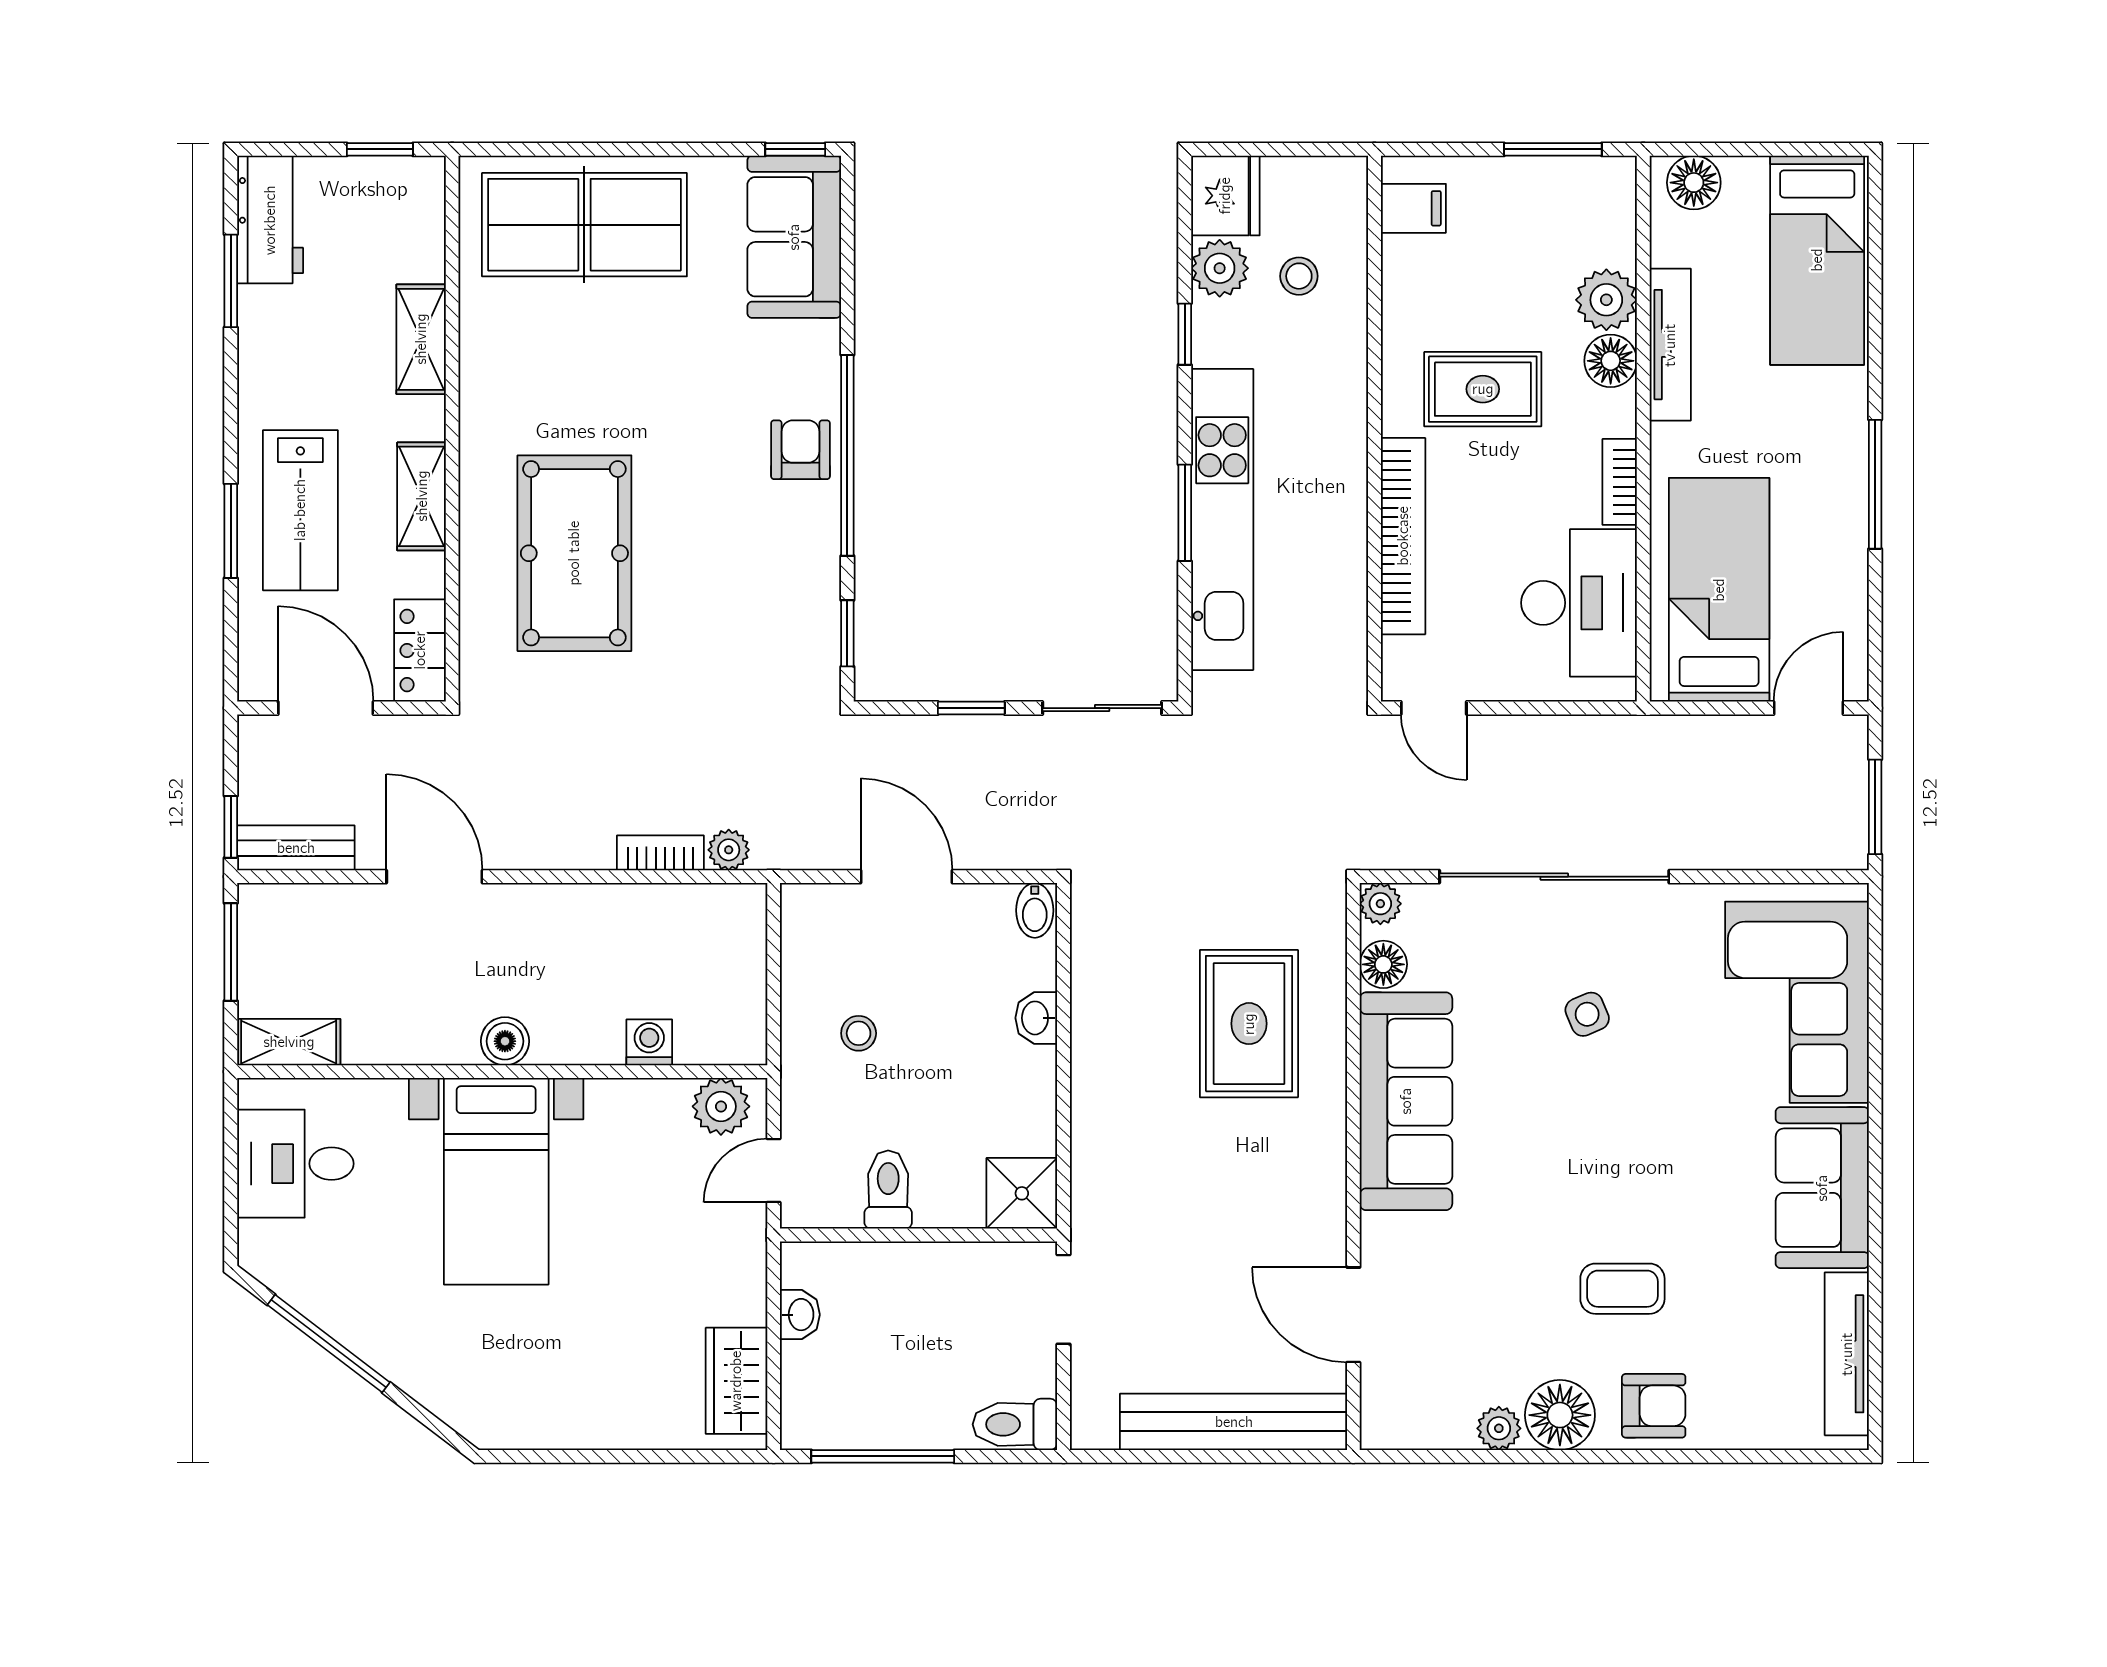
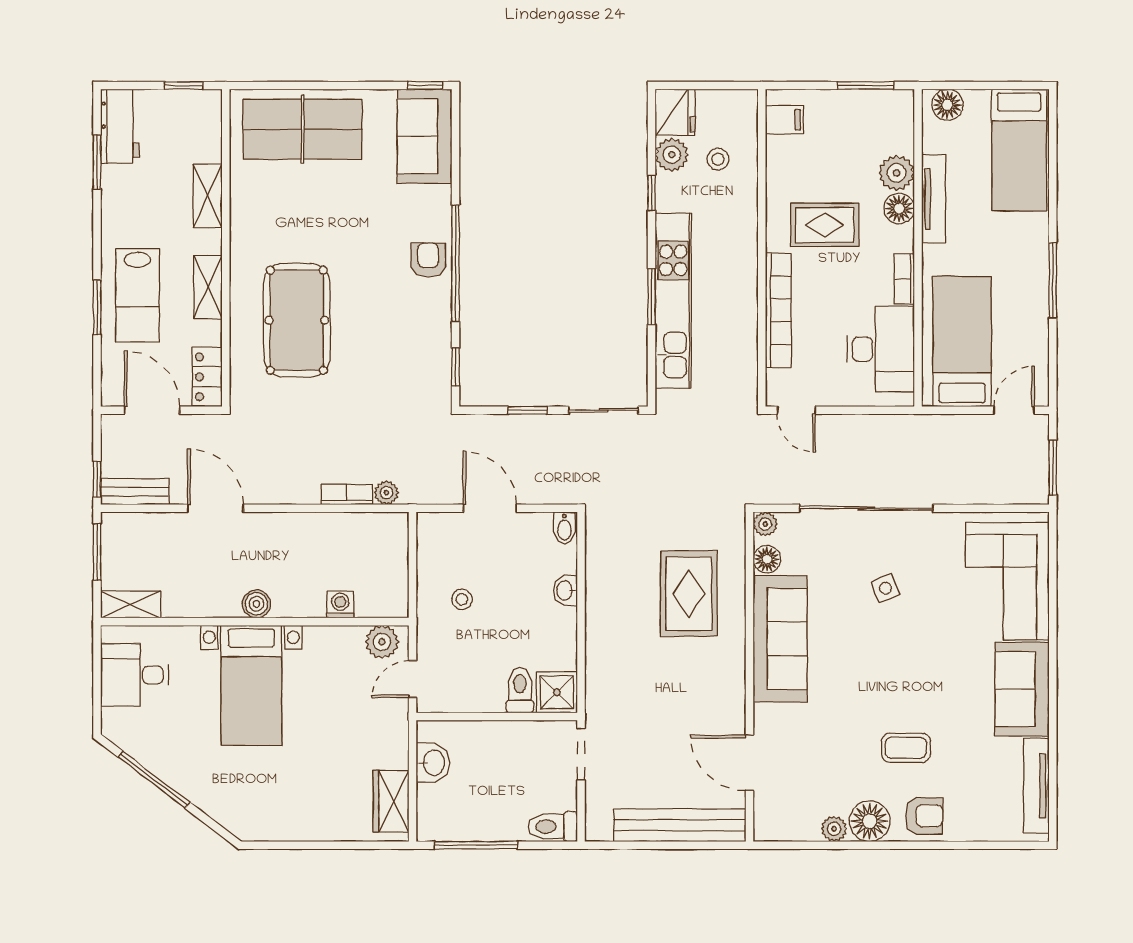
toilet: (888, 1190) -> (520, 690), moved
washbasin: (800, 1315) -> (433, 763), width x1.38, depth x1.45

